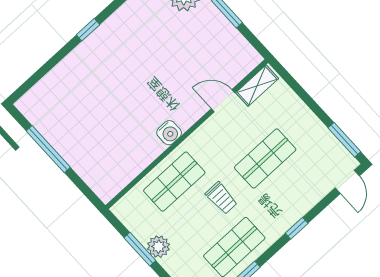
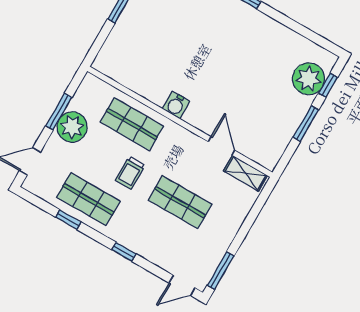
plant: (159, 247) -> (72, 127), width x1.36, depth x1.36

